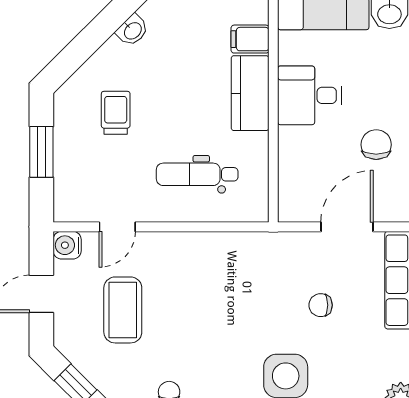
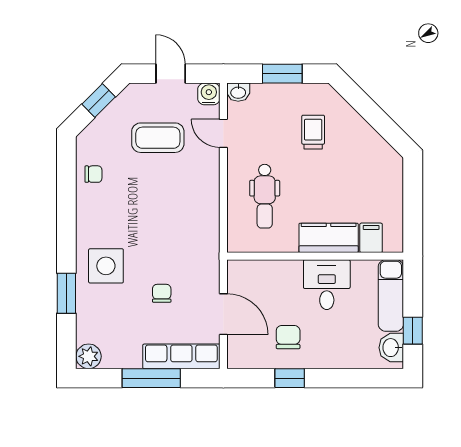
washbasin: (132, 30) -> (238, 92), moved, turned -45
trolley: (116, 113) -> (313, 132), turned -90
chair: (376, 145) -> (288, 337), turned -90
dental chair: (197, 174) -> (265, 196), turned 180

